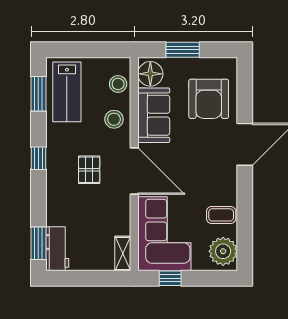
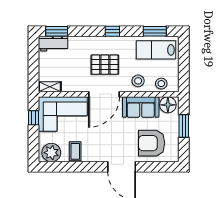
pallet: (89, 170) -> (105, 65), width x1.50, depth x1.42

